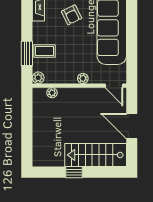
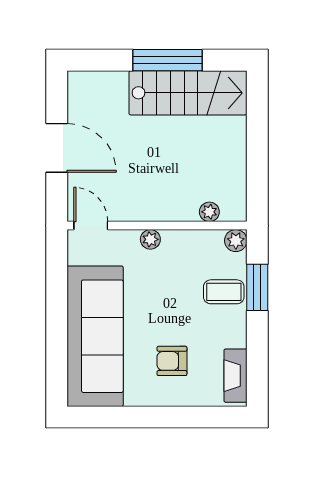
armchair: (72, 15) -> (172, 361), turned -64
stairs: (96, 155) -> (188, 93), moved
window: (74, 172) -> (167, 60), width x2.17

